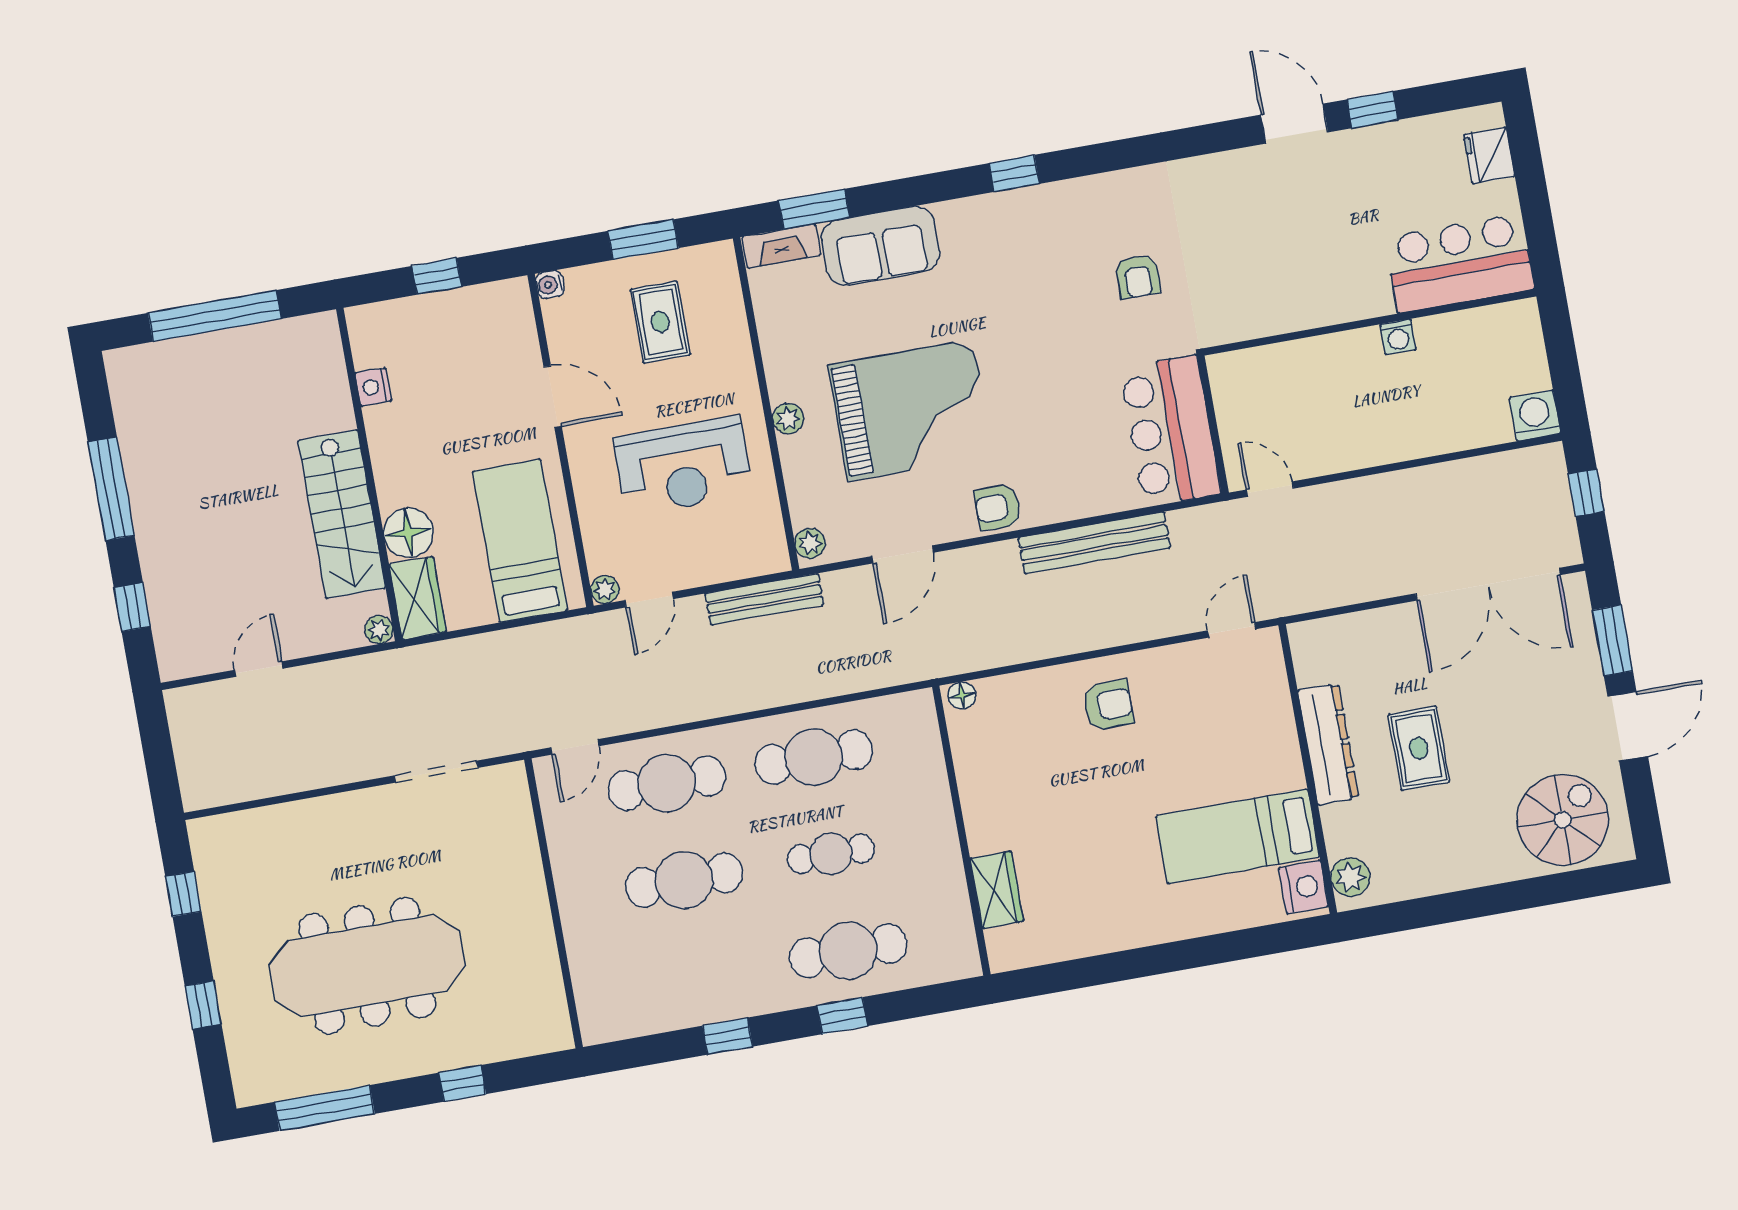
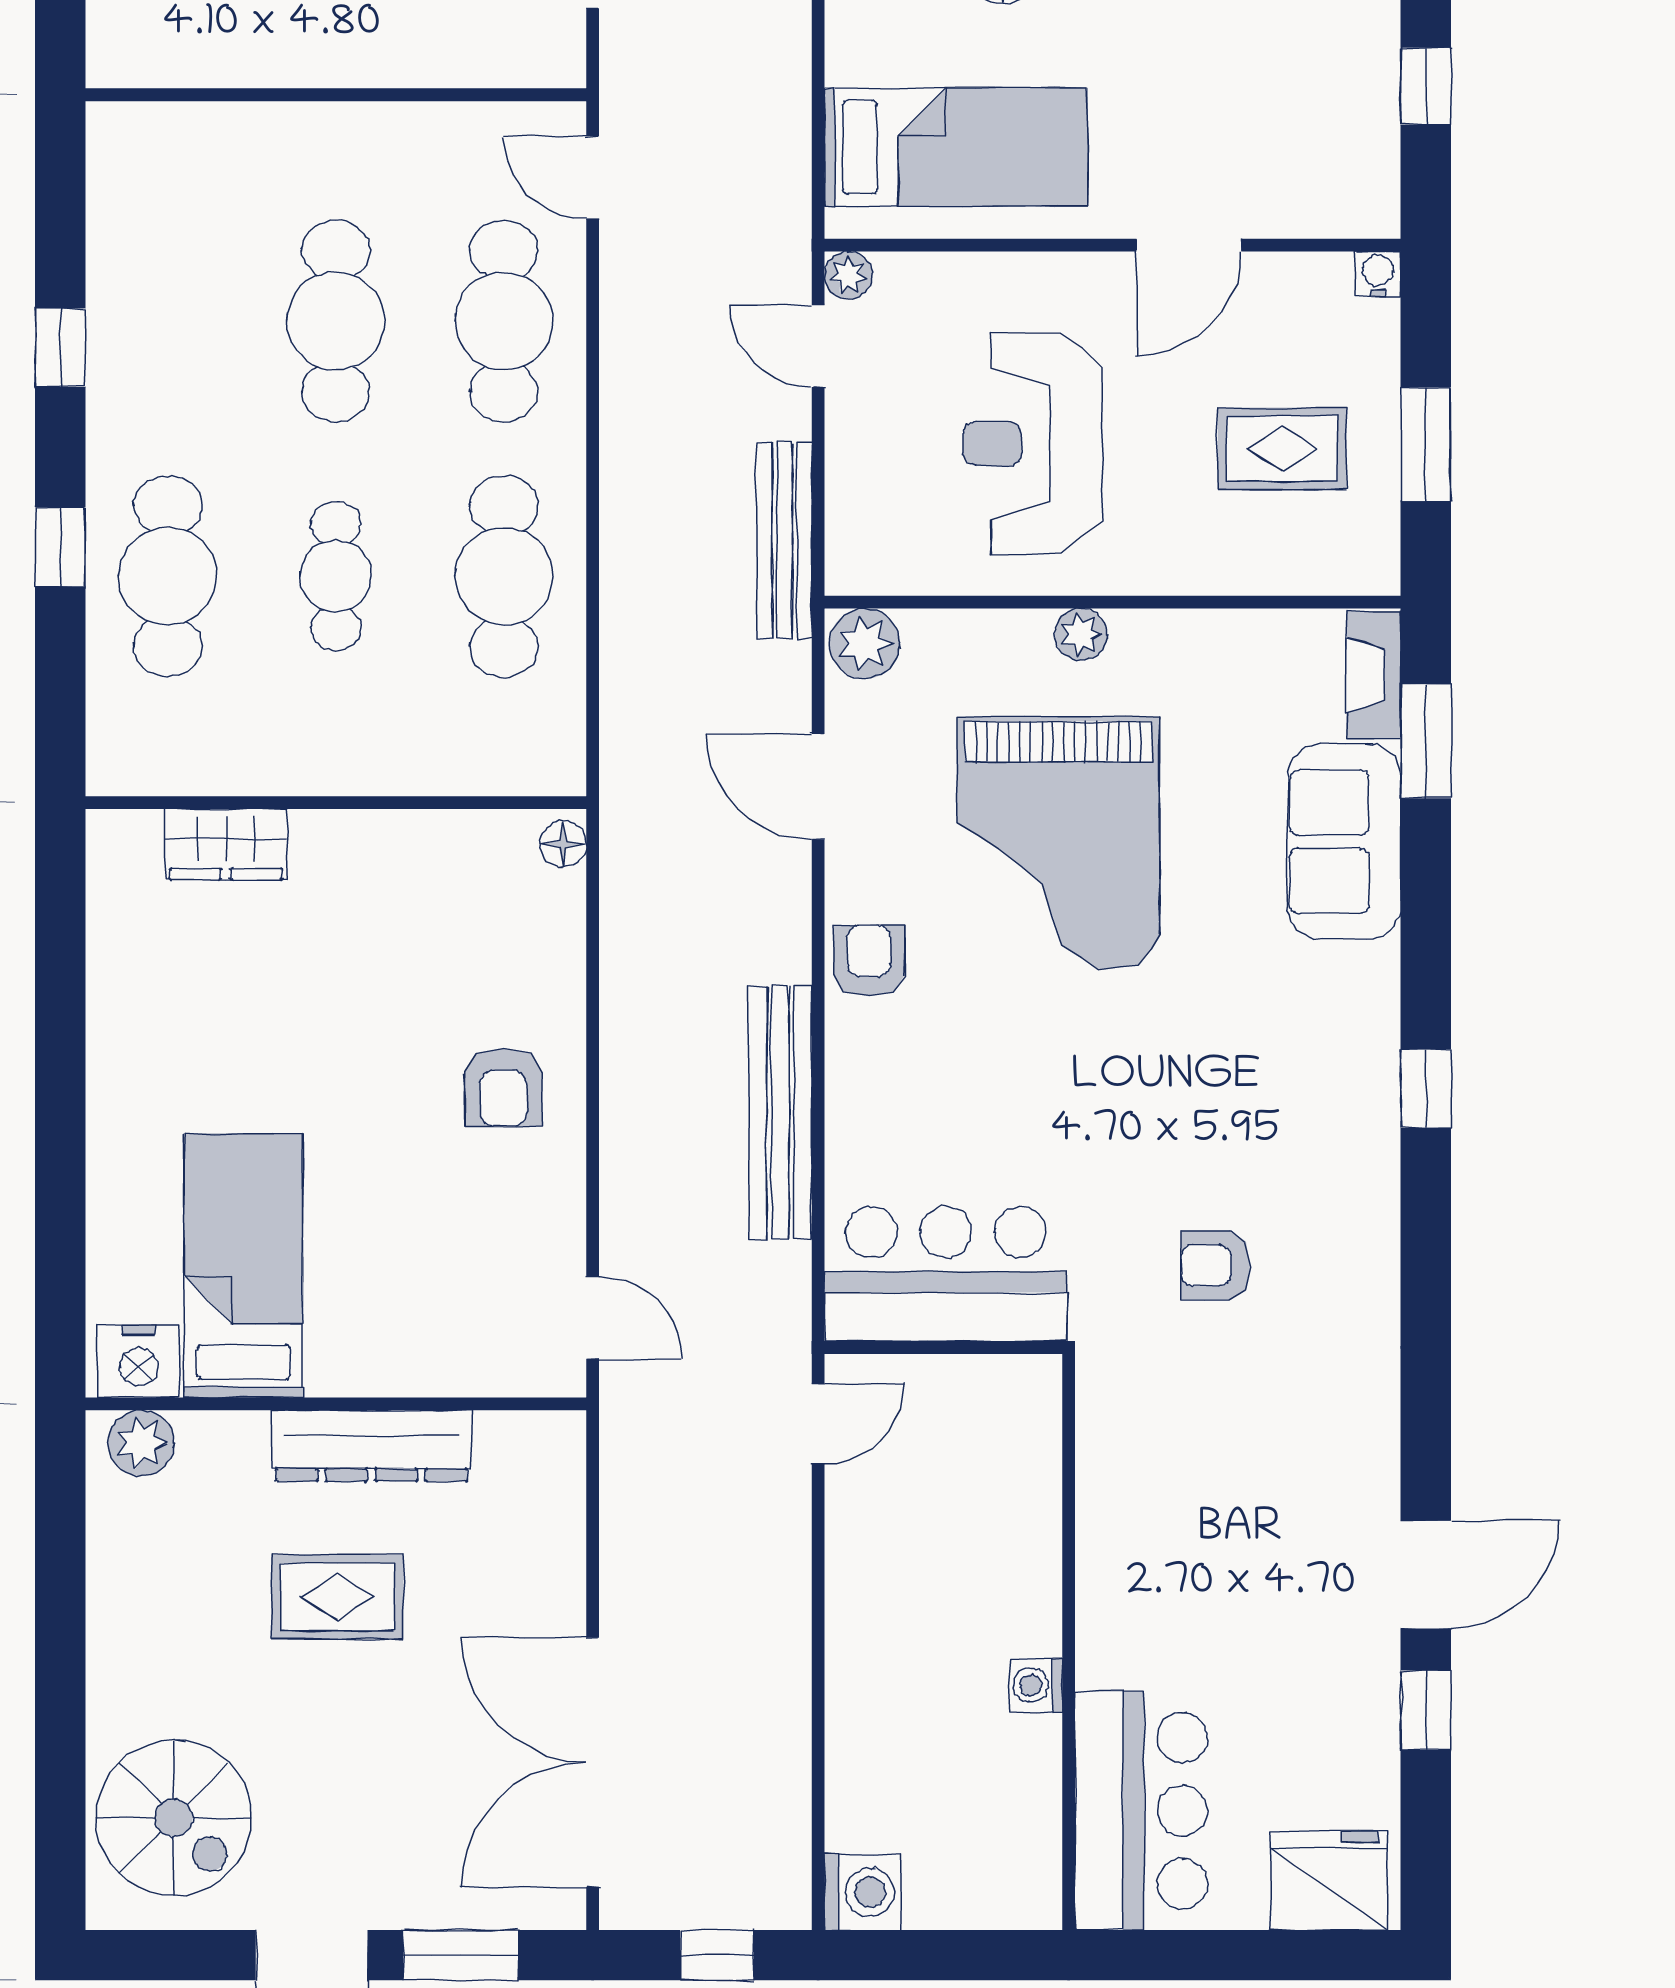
fridge: (1489, 155) -> (1329, 1880), width x1.36, depth x1.34
plant: (810, 543) -> (865, 644), width x1.38, depth x1.38

